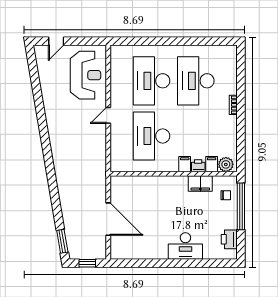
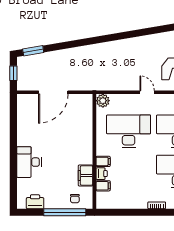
plant: (226, 164) -> (103, 101), moved

